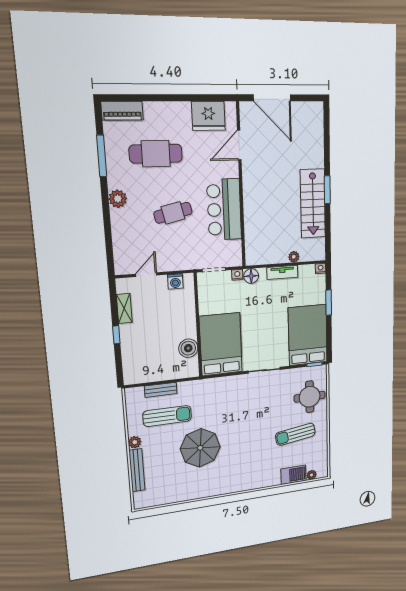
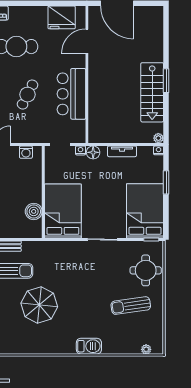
cafe table: (173, 213) -> (28, 95), turned -50
plant: (294, 257) -> (158, 138), moved
barbecue: (293, 475) -> (89, 346), moved

